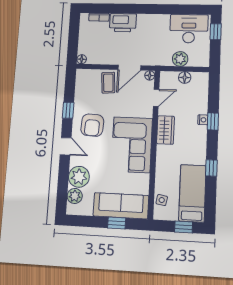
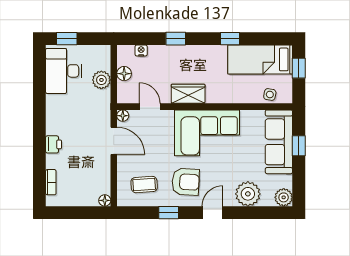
printer: (123, 23) -> (54, 144), width x0.53, depth x0.68
coffee table: (108, 83) -> (144, 185), moved
nightstand: (203, 120) -> (141, 50), moved
plant: (75, 196) -> (284, 197), moved

